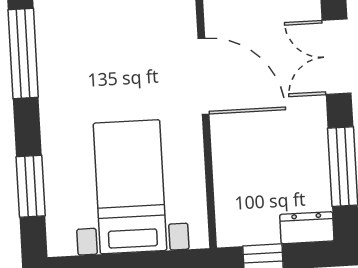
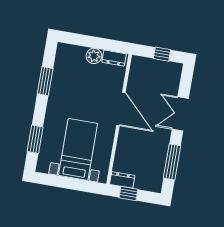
window: (23, 53) -> (45, 81), width x0.69
dresser: (307, 228) -> (122, 180), moved

